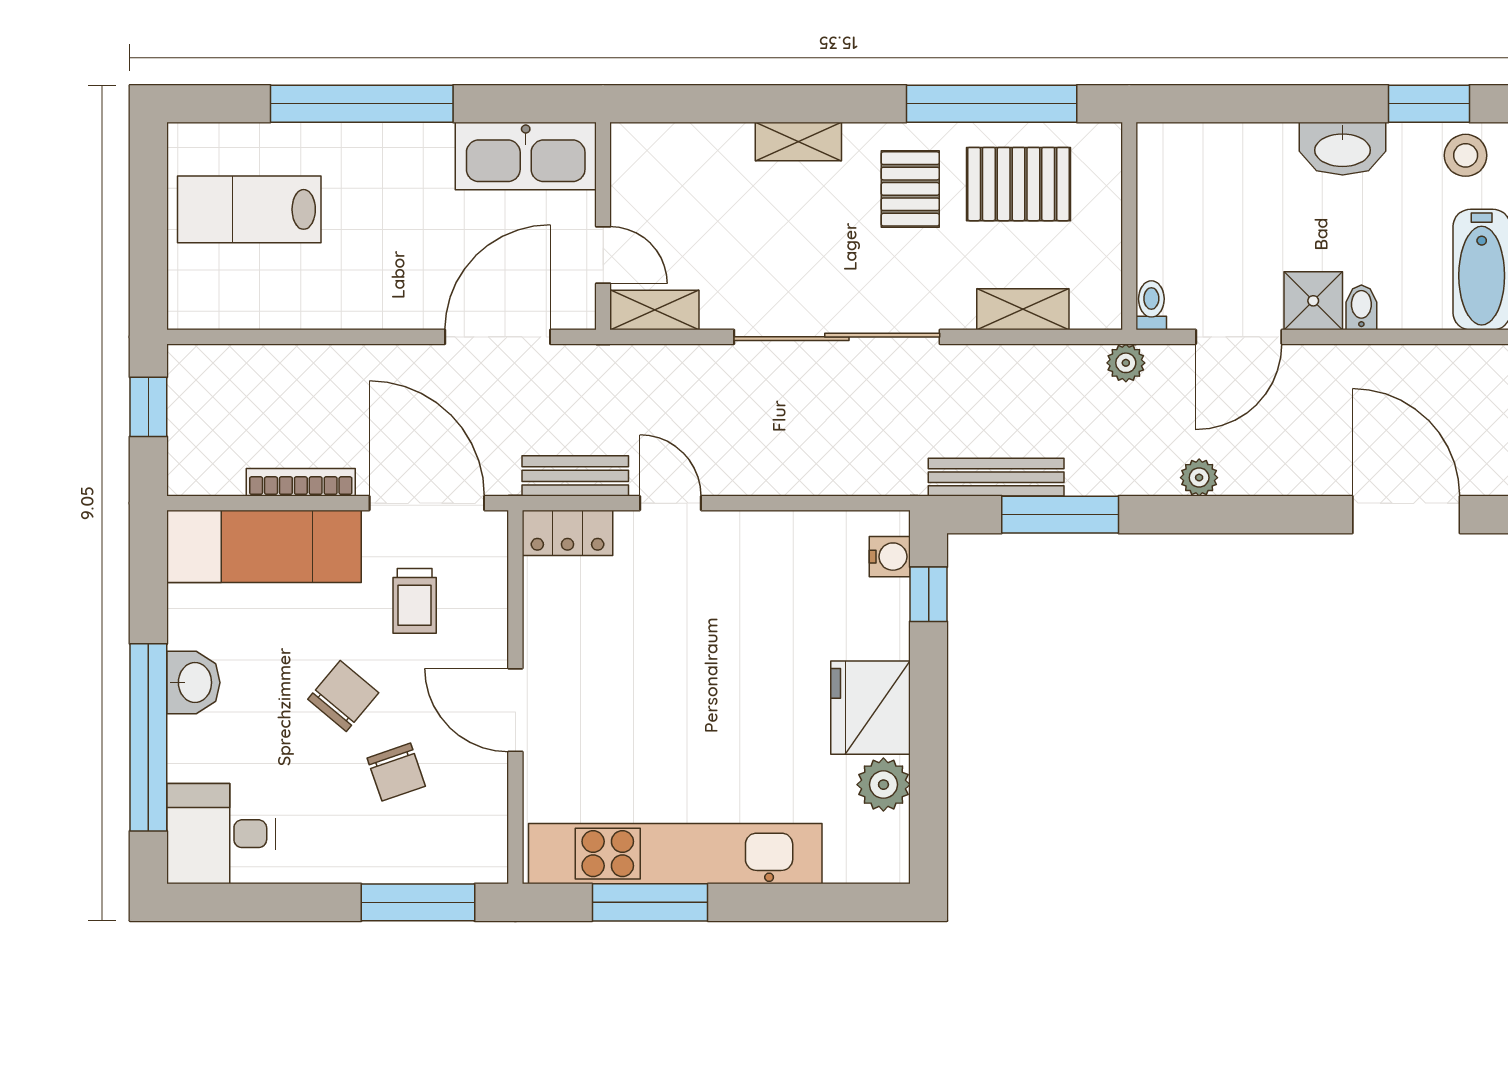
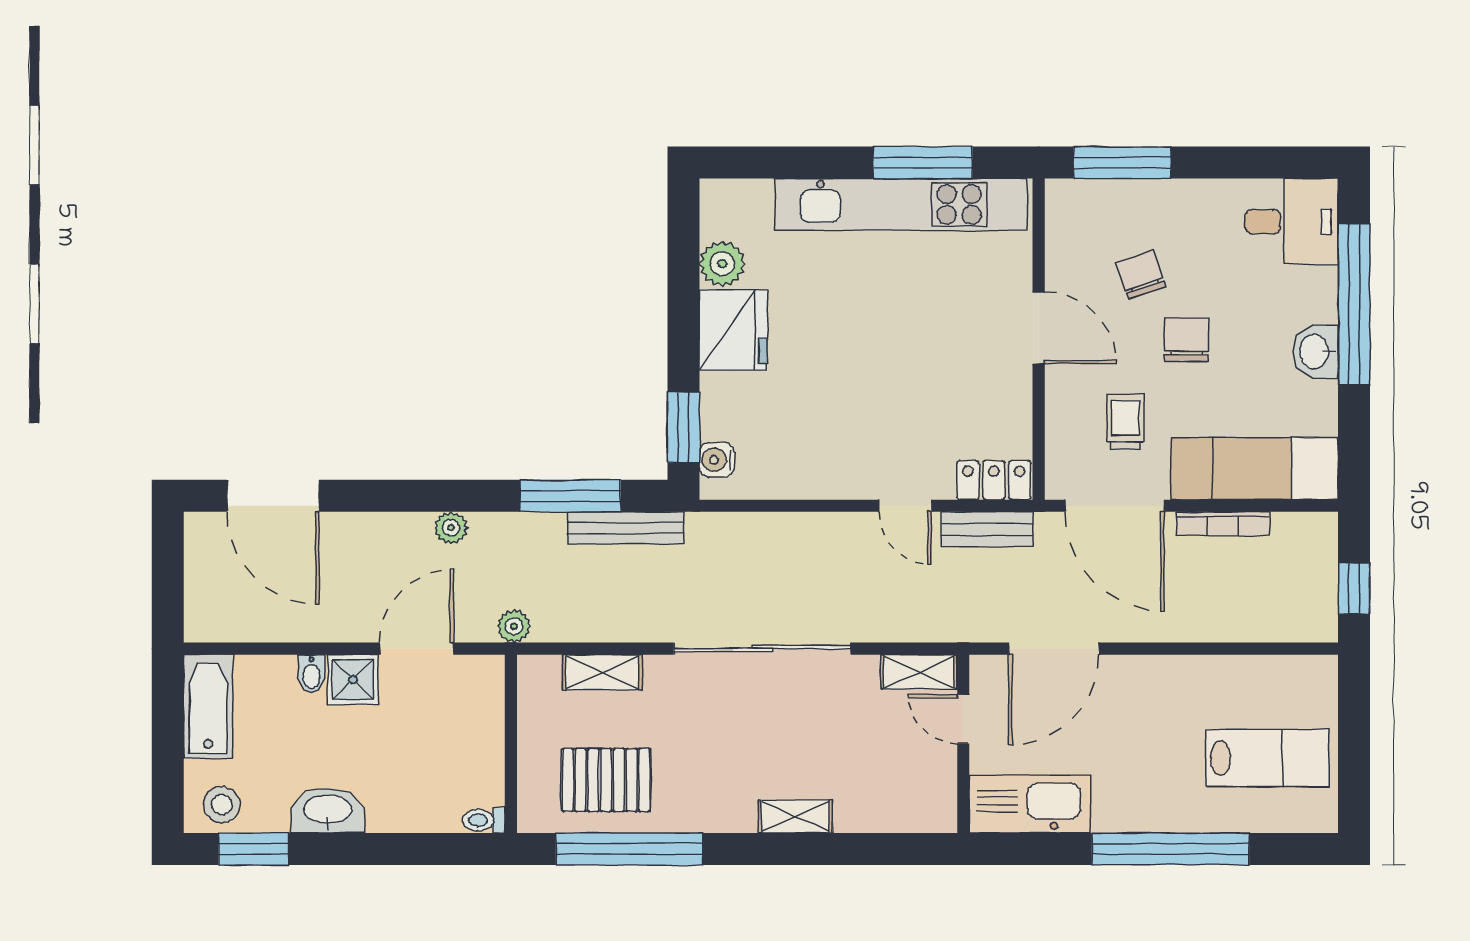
pallet: (910, 189) -> (699, 776), removed
toilet: (1151, 305) -> (484, 820), moved, turned 90
window: (929, 594) -> (683, 427), width x1.50
chair: (343, 696) -> (1187, 340), turned 140

